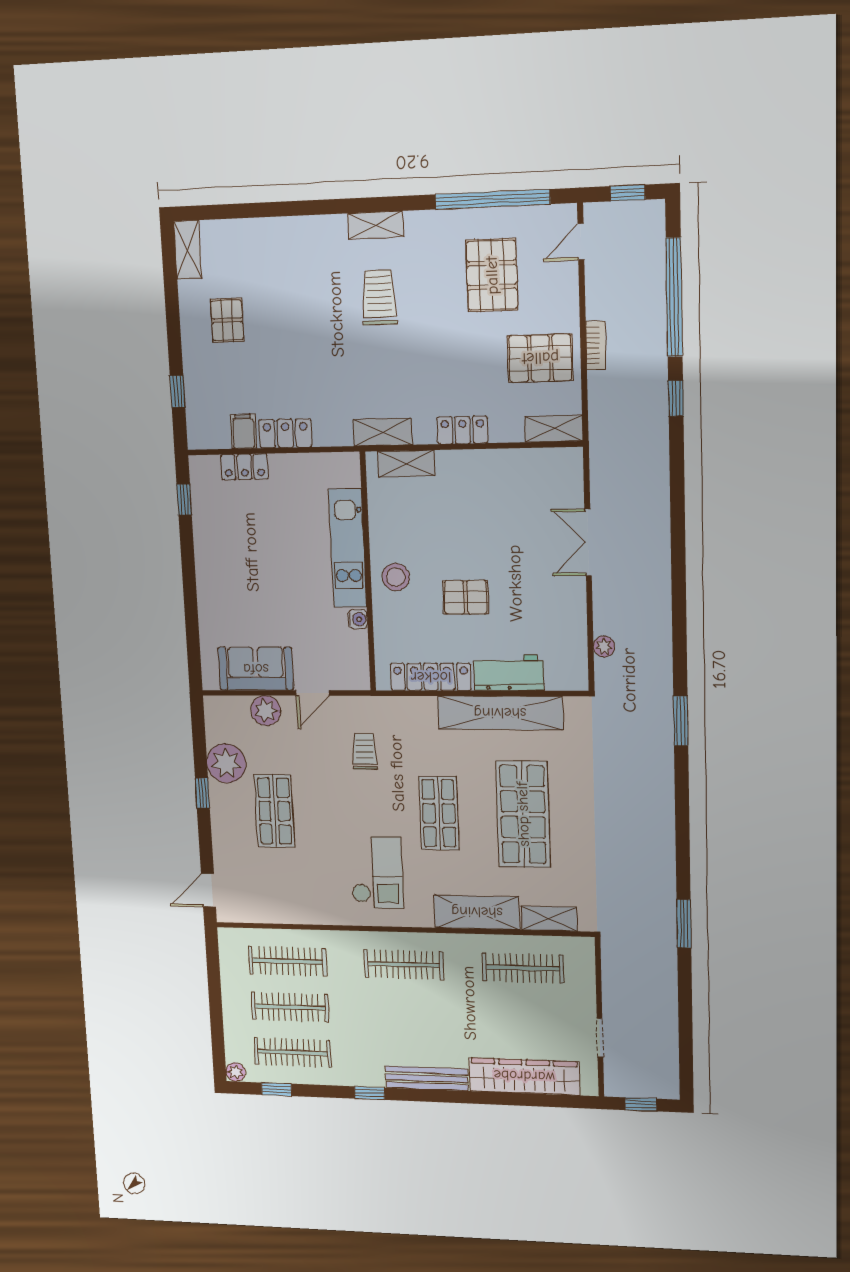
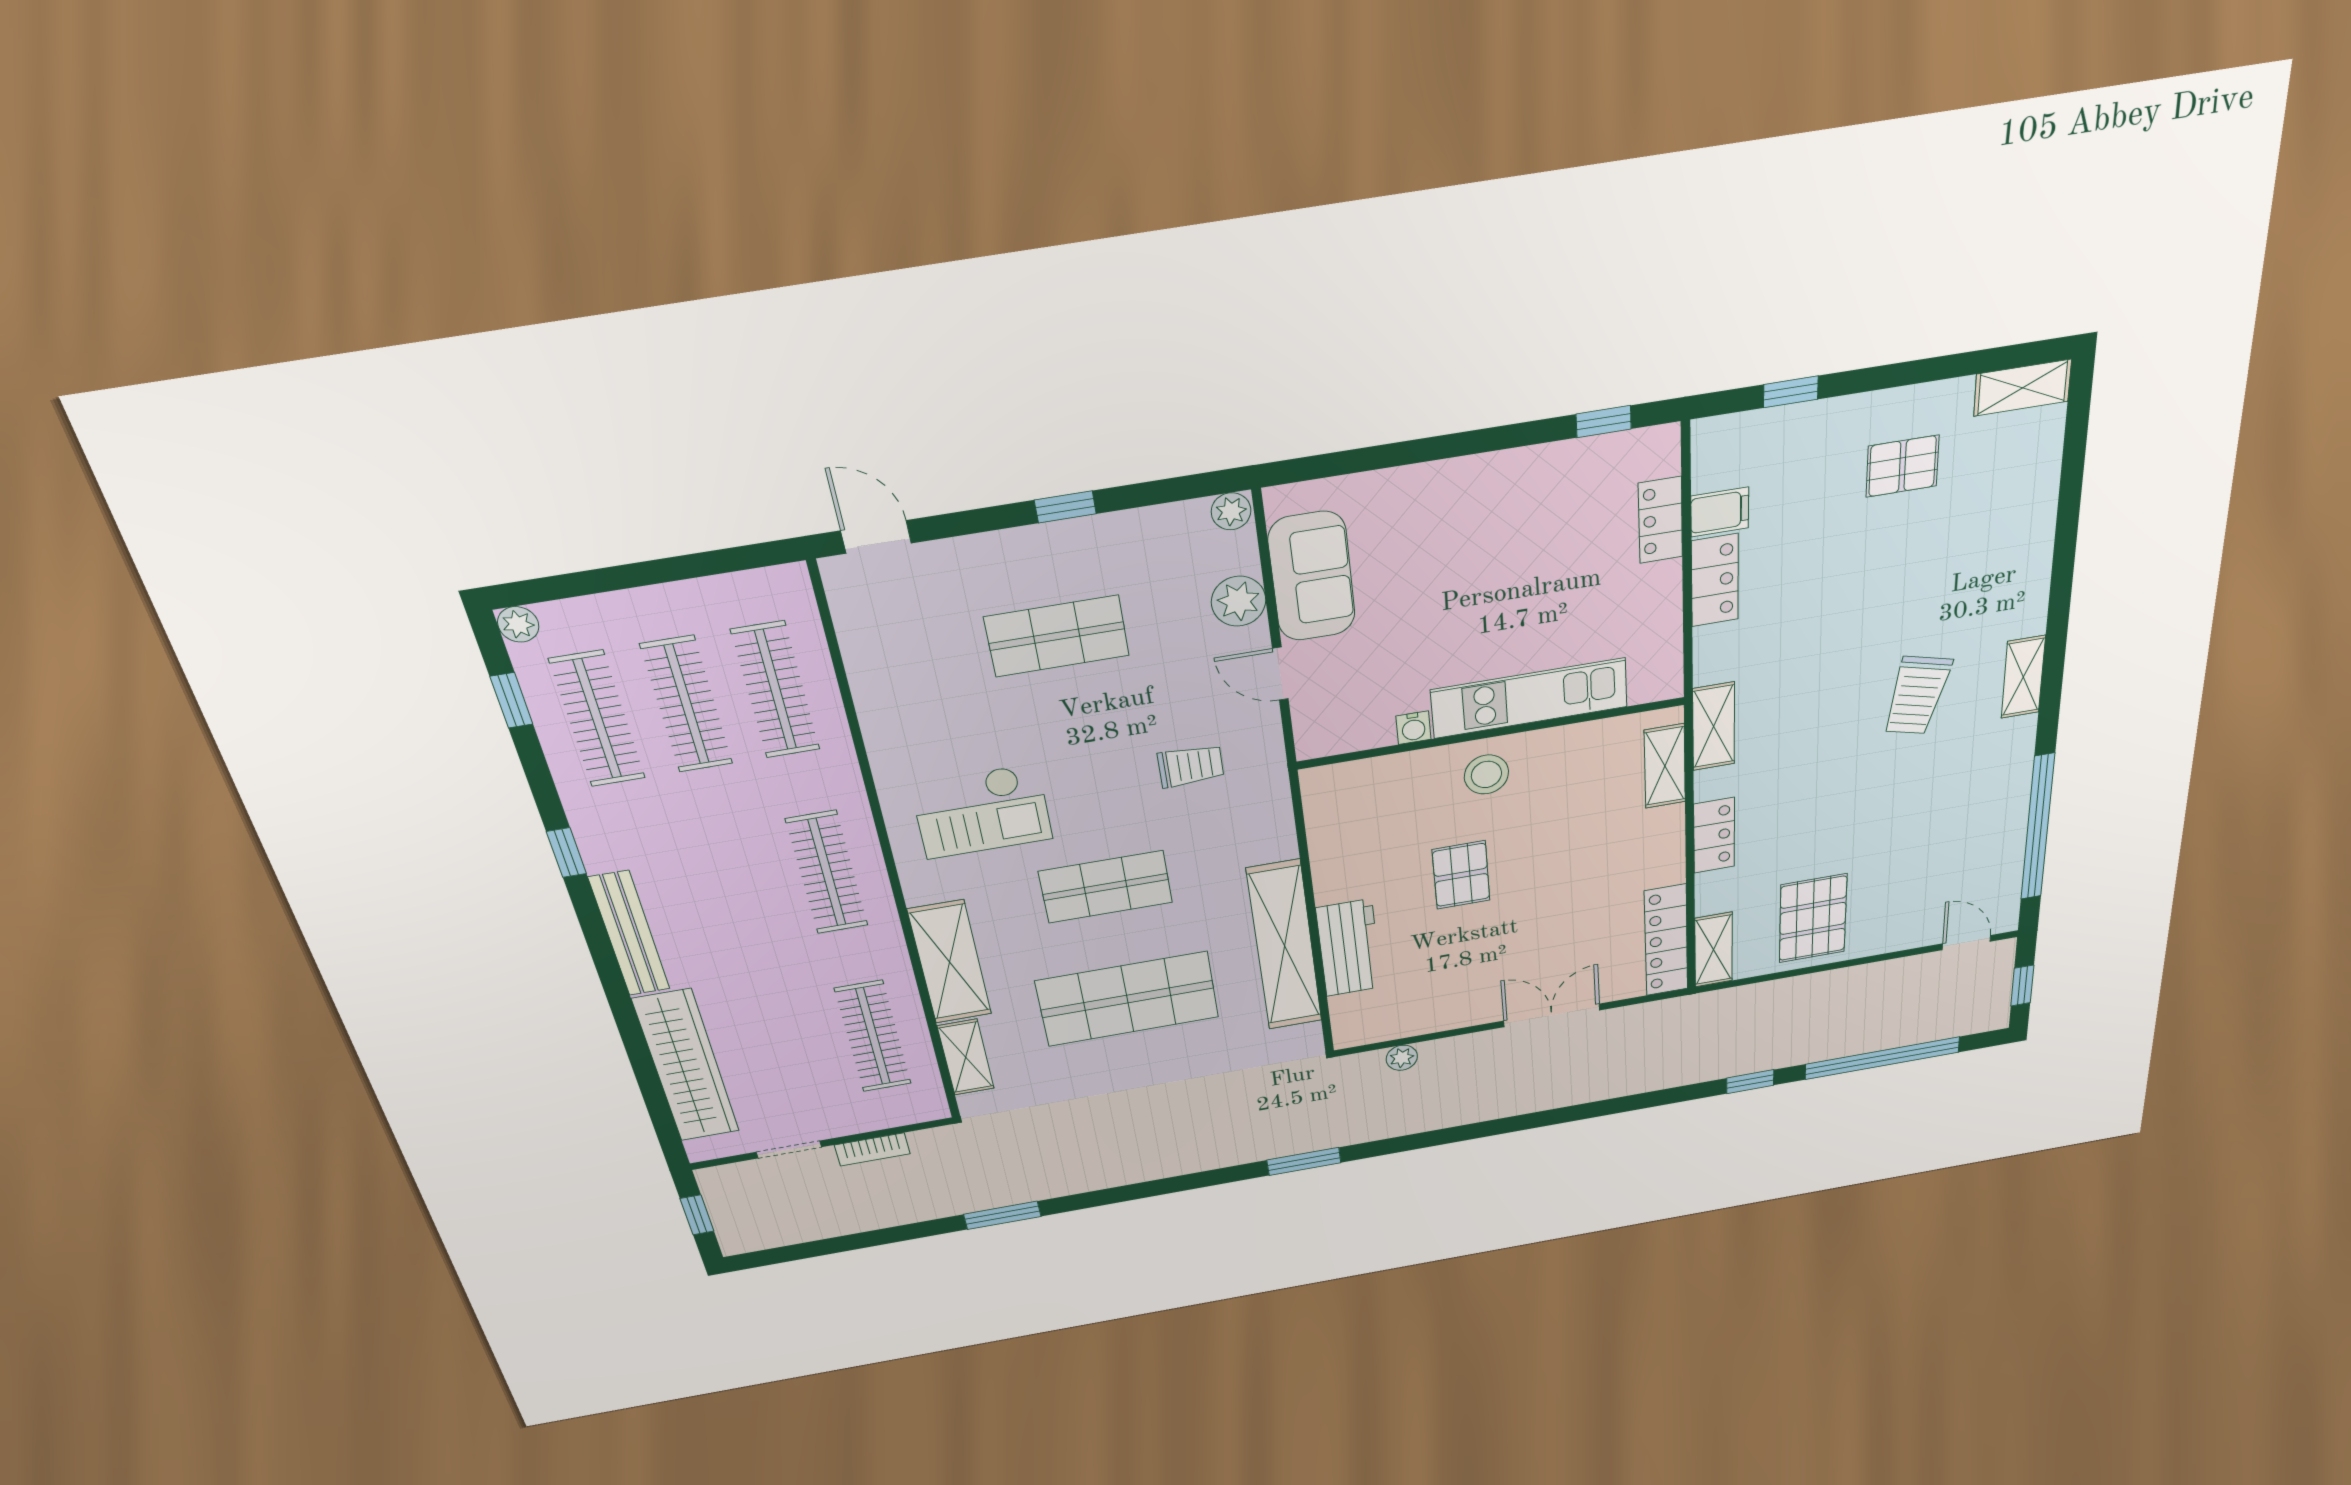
pallet: (492, 275) -> (1934, 842), removed
trolley: (379, 297) -> (1917, 695), turned 104
bookcase: (596, 346) -> (872, 1149), moved
locker: (431, 677) -> (1666, 940), moved, turned 180
plant: (226, 763) -> (1231, 511), moved, width x0.53, depth x0.53

